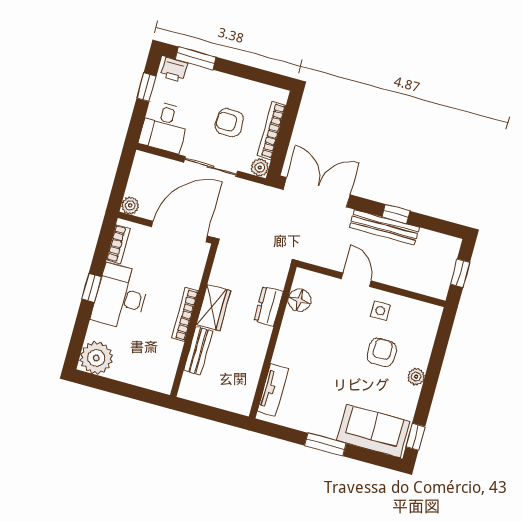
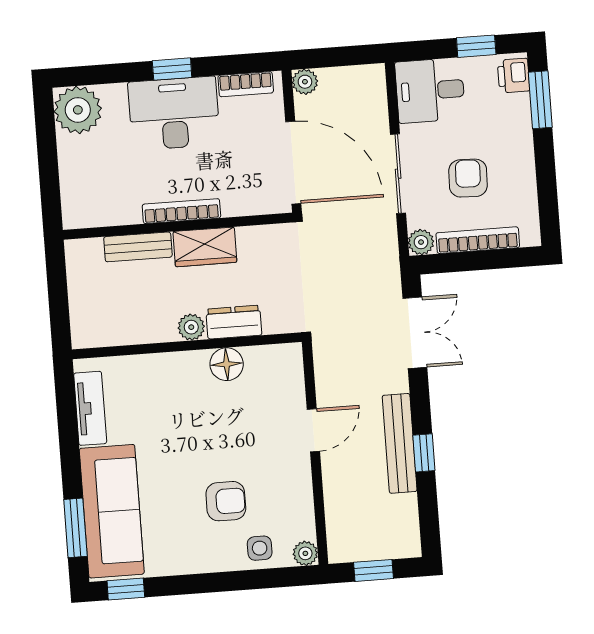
double door: (317, 192) -> (415, 333), width x0.73
floor lamp: (299, 300) -> (227, 364), moved
side table: (380, 311) -> (260, 548), moved
plant: (262, 335) -> (191, 327), added
plant: (416, 377) -> (305, 553), moved
tv unit: (273, 390) -> (90, 408), moved, turned -90
sofa: (373, 431) -> (112, 511), width x1.36
window: (325, 444) -> (75, 528), moved

